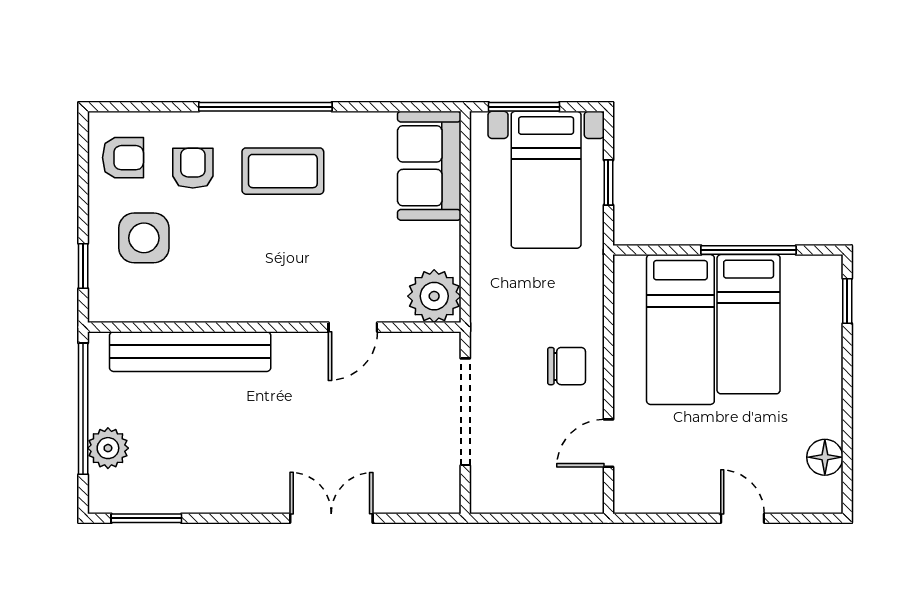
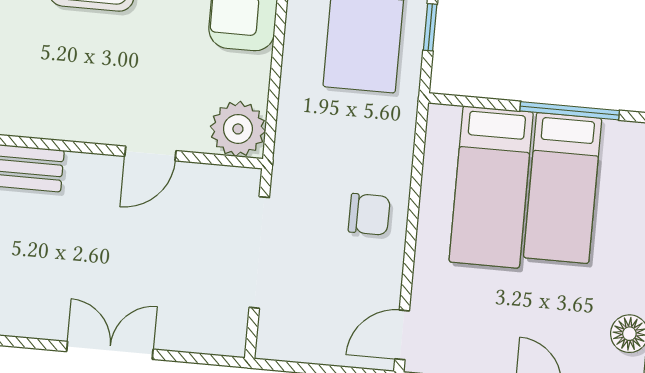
door: (608, 443) -> (402, 335), moved

